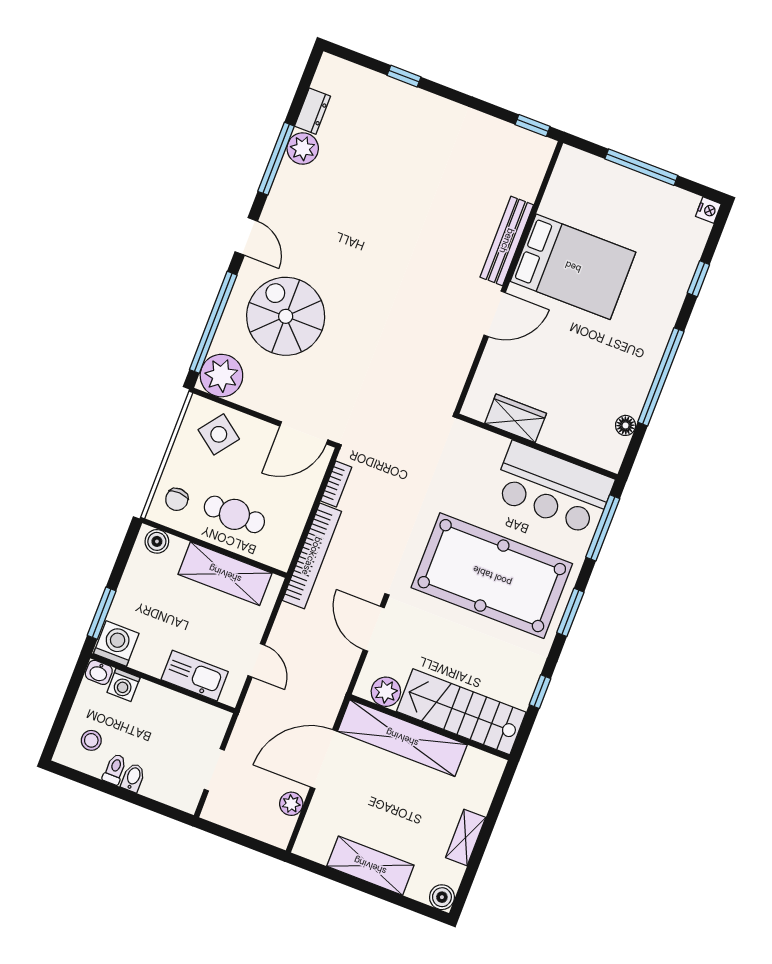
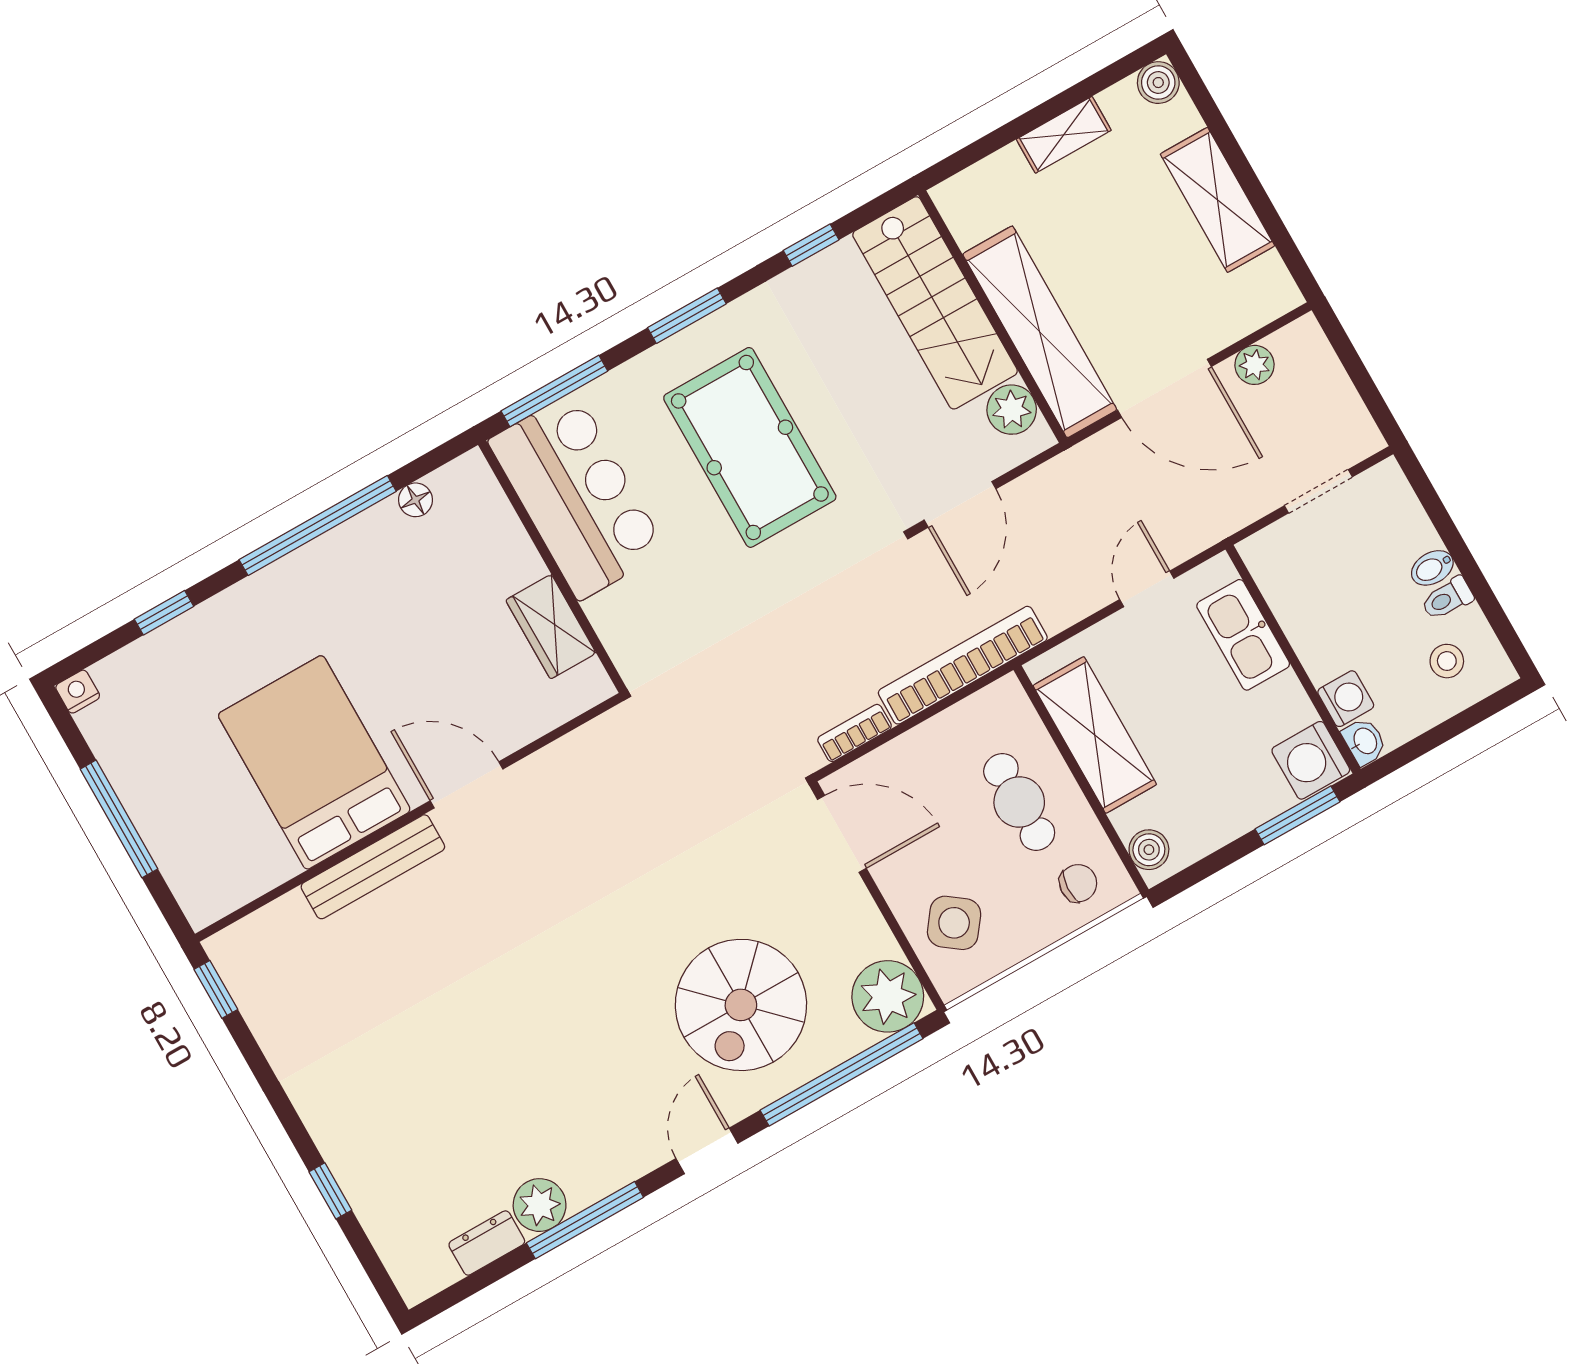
pool table: (492, 576) -> (750, 447), width x0.73, depth x0.76

